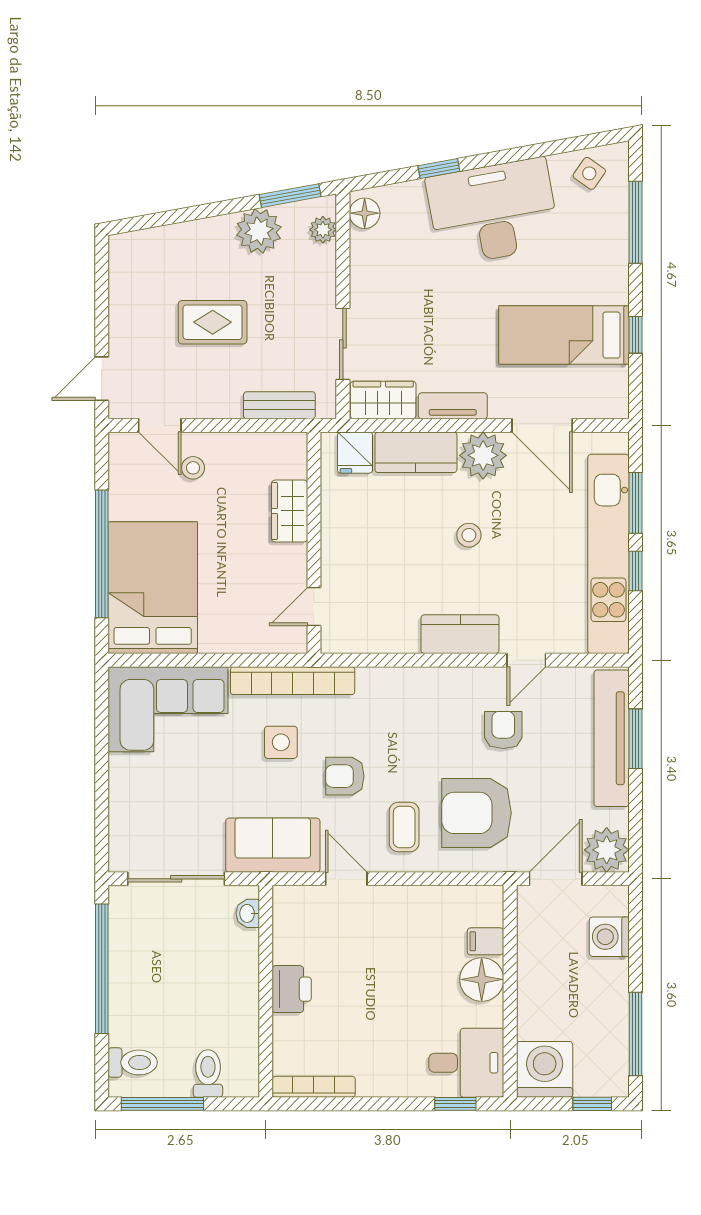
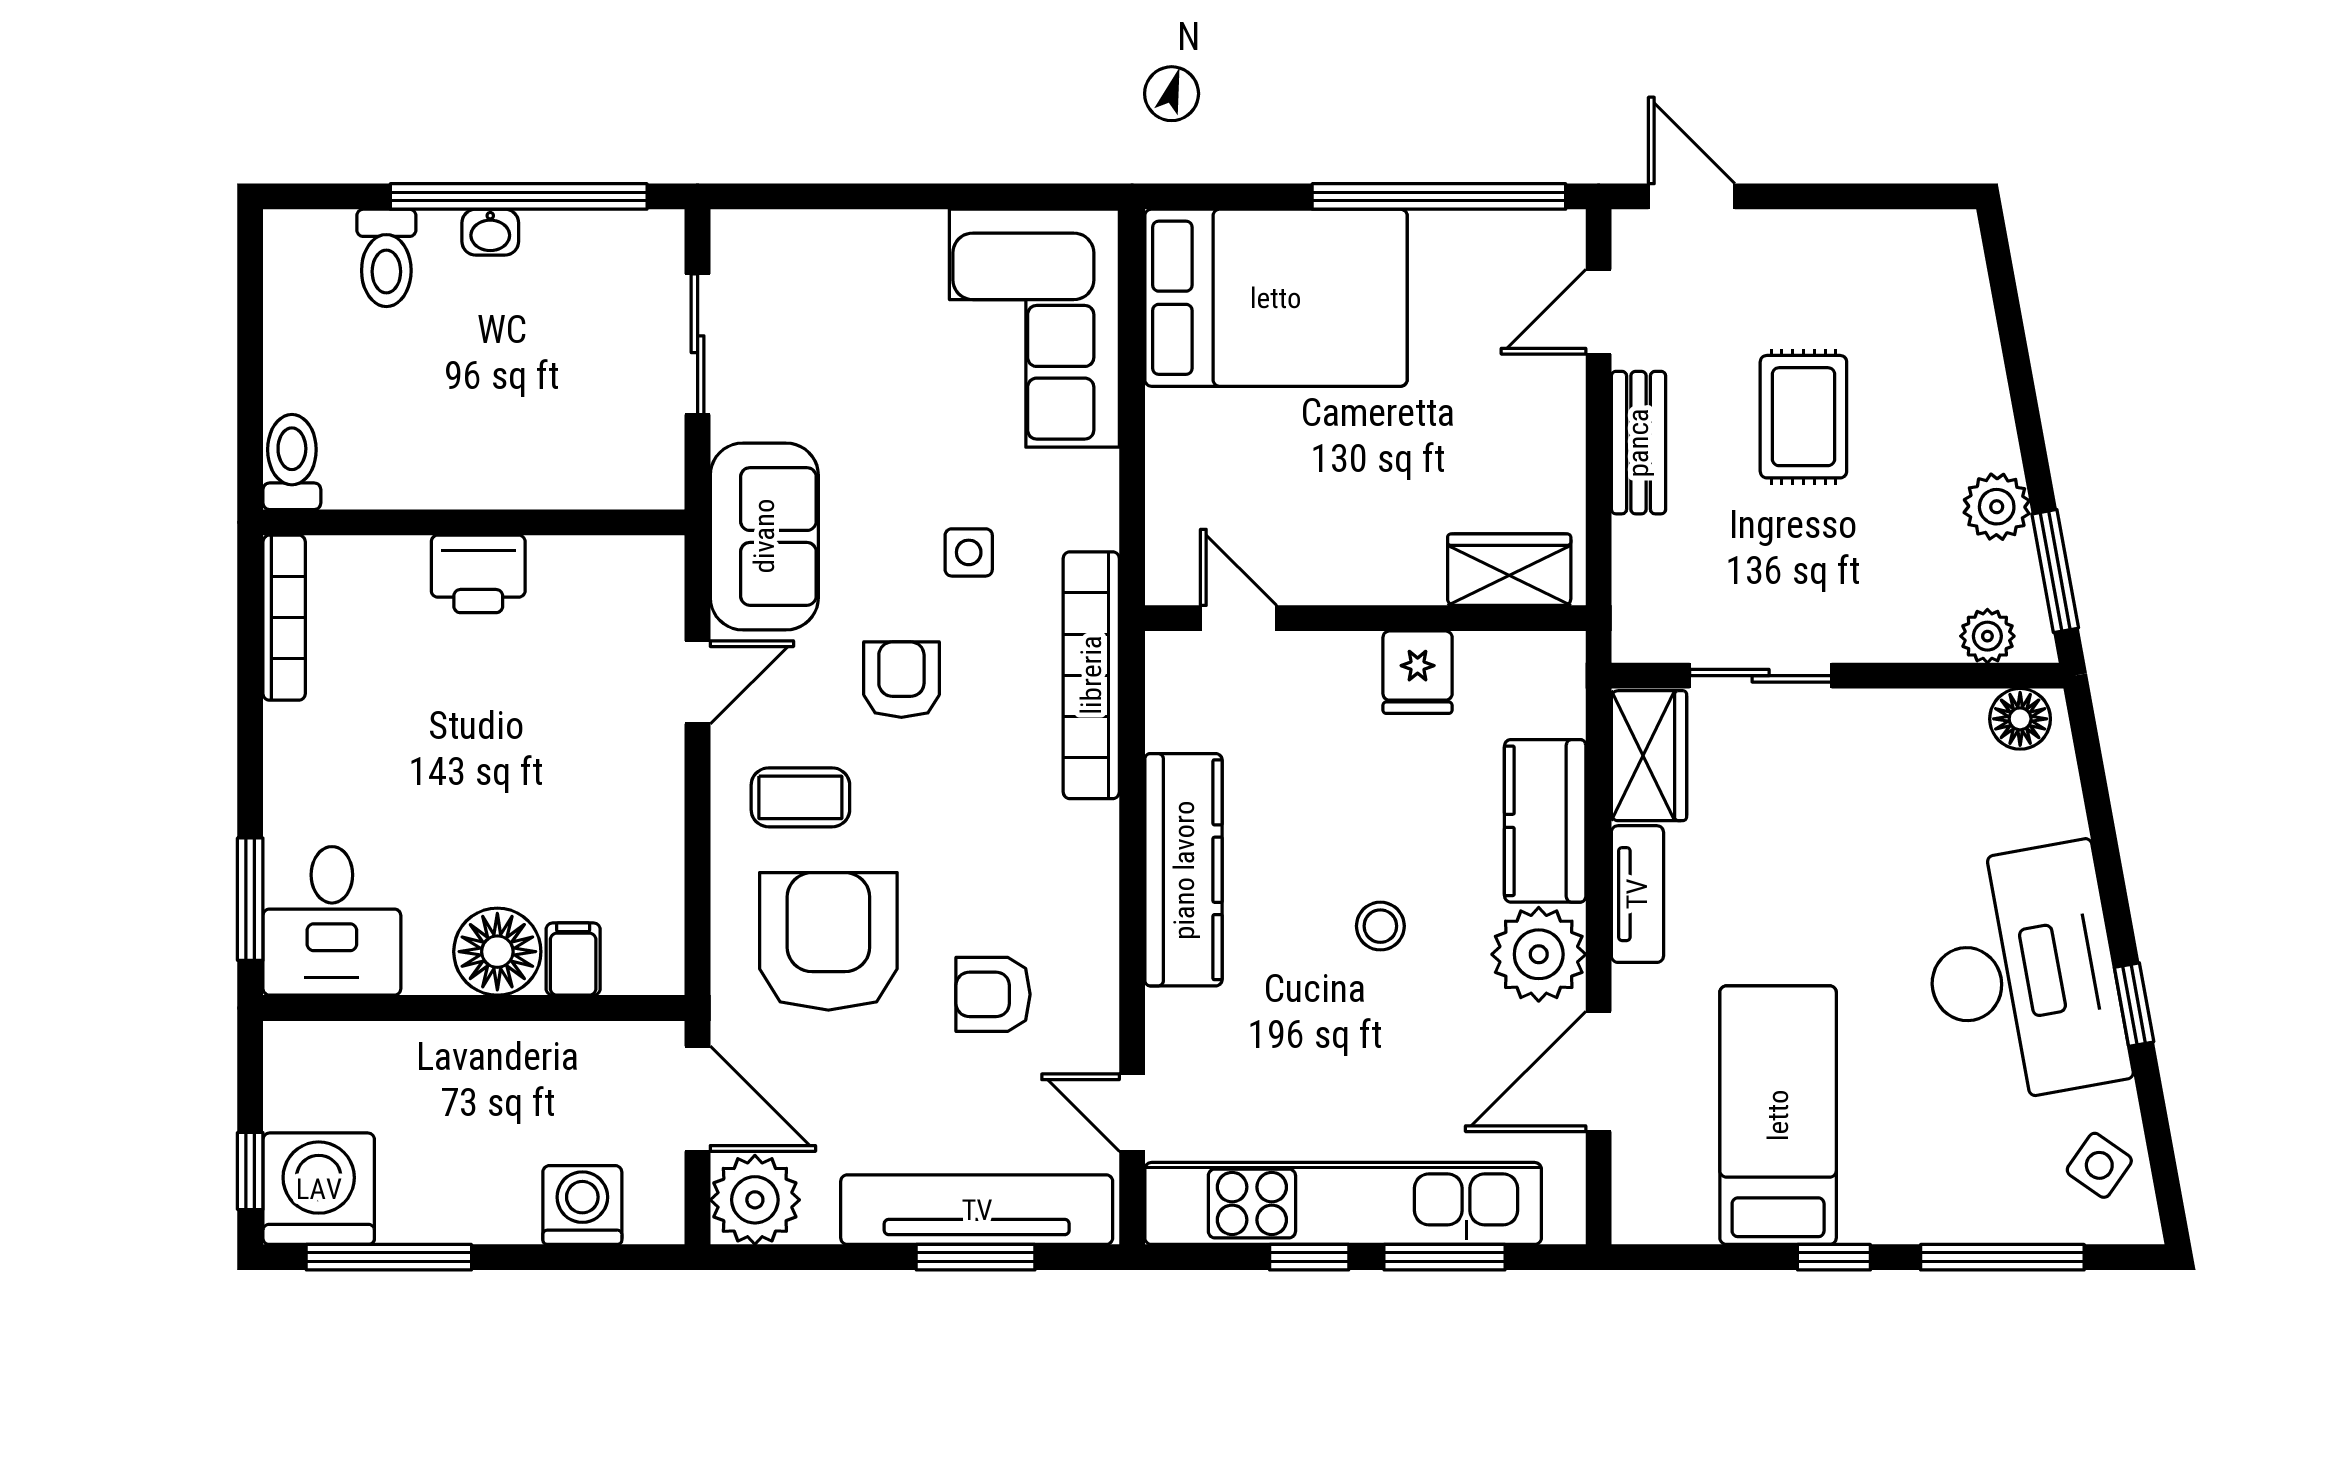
window: (439, 169) -> (2134, 1005), moved
plant: (259, 231) -> (1997, 507), width x0.73, depth x0.73
window: (636, 335) -> (1834, 1257), moved
bench: (279, 405) -> (1638, 443), moved
fridge: (355, 453) -> (1418, 672), moved, turned -90
stool: (193, 468) -> (1514, 378), removed
wardrobe: (290, 511) -> (1509, 570), moved
window: (102, 554) -> (1439, 196), moved
kitchen counter: (460, 634) -> (1184, 870), width x1.50
door: (526, 660) -> (1132, 1113), moved
bookcase: (293, 681) -> (1091, 675), moved
armchair: (503, 730) -> (993, 994), turned 180
side table: (281, 742) -> (969, 552), width x0.73, depth x0.73
sliding door: (176, 879) -> (698, 344), width x0.73
washbasin: (248, 913) -> (490, 232), moved, turned 180
toilet: (133, 1062) -> (386, 258), moved
washing machine: (545, 1069) -> (319, 1189), moved, turned -90
toilet: (208, 1073) -> (292, 462), moved, turned -90
window: (162, 1104) -> (250, 317), removed
window: (455, 1104) -> (250, 899), width x1.50

